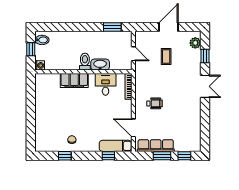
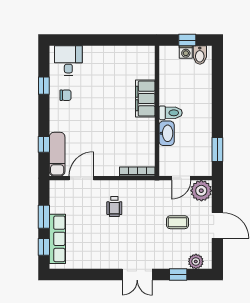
plant: (143, 39) -> (201, 191), added
washing machine: (40, 65) -> (186, 52), moved
desk: (106, 84) -> (68, 60), moved, turned -90
row of seats: (156, 146) -> (57, 239), moved

